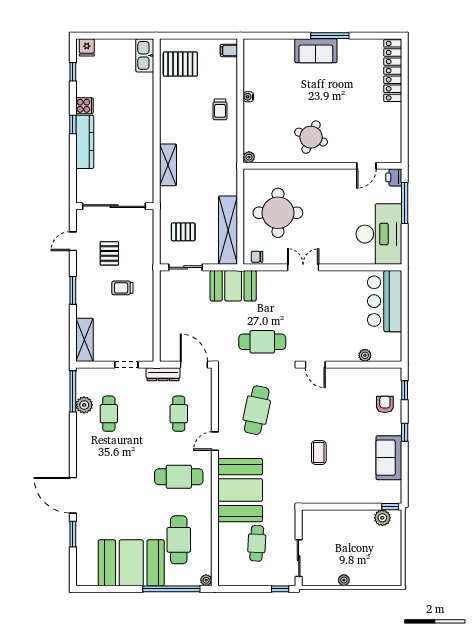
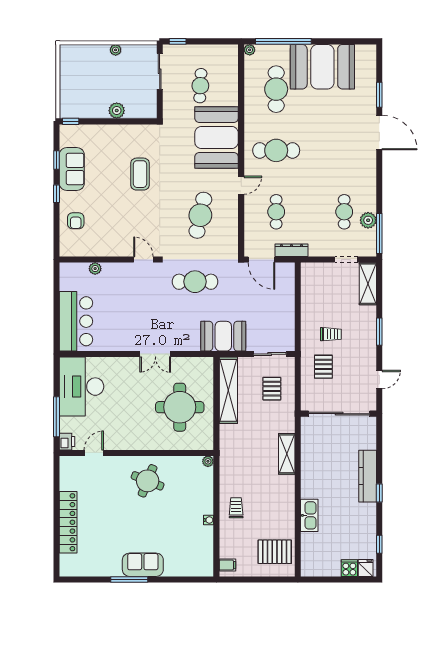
kitchen sink: (145, 55) -> (309, 515), moved
locker: (393, 71) -> (68, 522), moved
cooker: (84, 106) -> (349, 568), moved, turned 90
pallet: (183, 232) -> (272, 389), turned 90
pallet: (109, 253) -> (323, 367), moved
chair: (257, 257) -> (200, 364), removed
doorway: (126, 365) -> (346, 260), moved
window: (405, 390) -> (56, 160), moved
coffee table: (319, 452) -> (140, 174), width x1.36, depth x1.30
plant: (382, 518) -> (117, 111), moved

